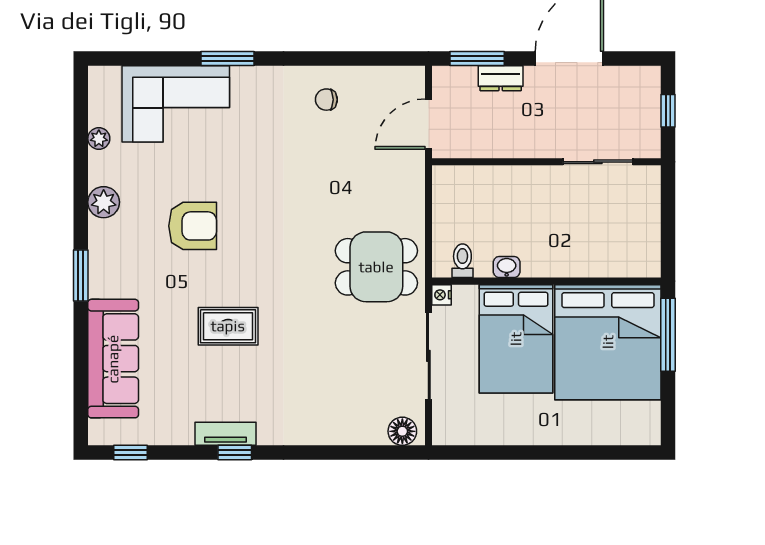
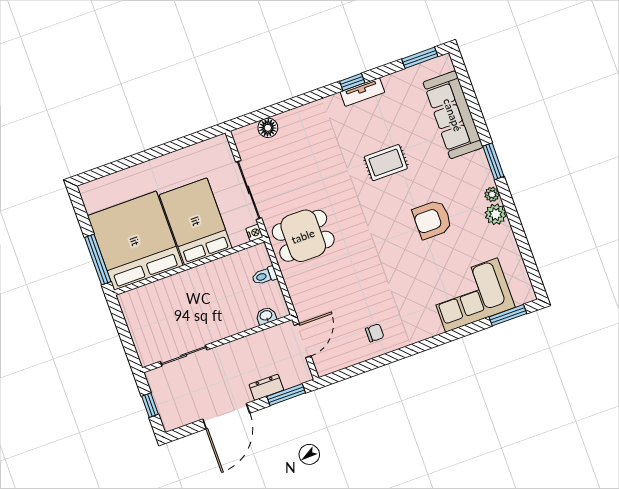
window: (227, 59) -> (508, 315), moved
plant: (99, 139) -> (492, 194), moved
toilet: (462, 261) -> (264, 276), moved, turned 90
washbasin: (507, 267) -> (266, 316), moved, turned 180
floor lamp: (402, 431) -> (268, 128), moved
window: (130, 453) -> (420, 58), width x1.50

